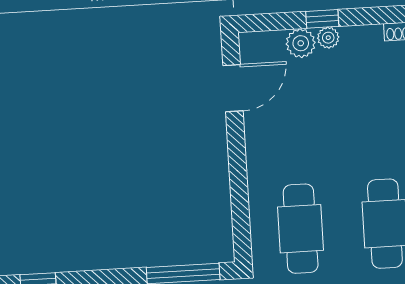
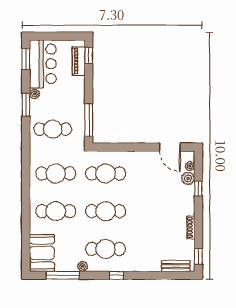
plant: (328, 38) -> (190, 166), moved

